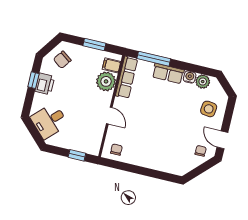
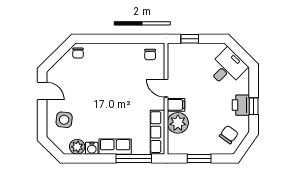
filing cabinet: (112, 65) -> (176, 105), moved
chair: (201, 151) -> (78, 53), moved

